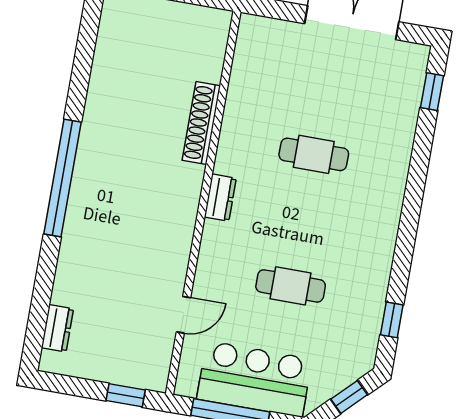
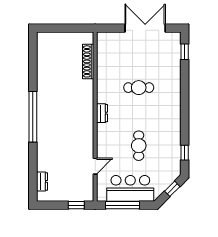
shoe rack: (201, 123) -> (88, 61), moved
cafe table: (291, 286) -> (139, 146), turned 90

